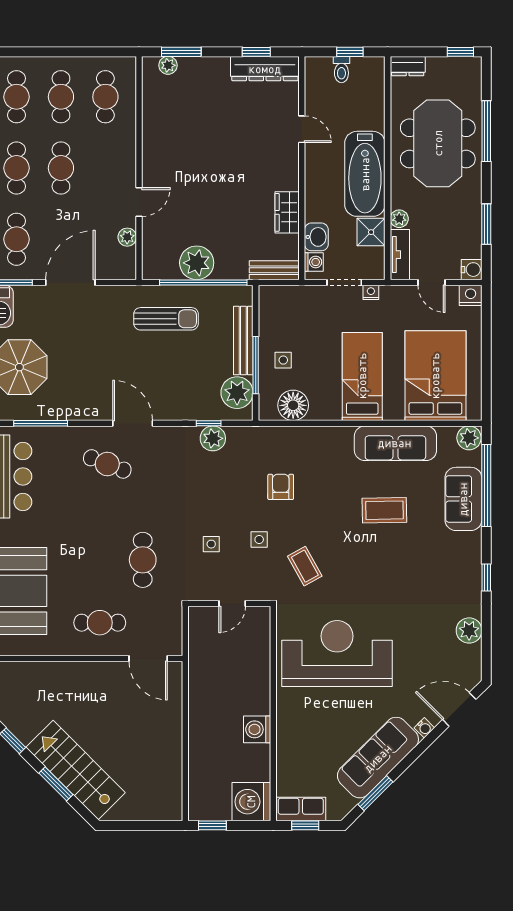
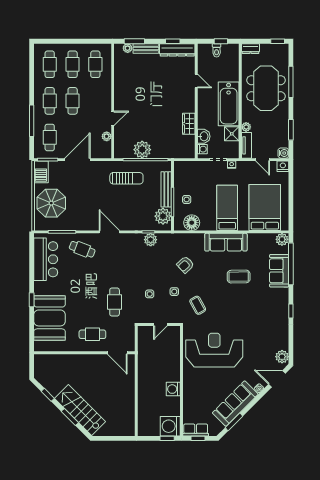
bench: (274, 270) -> (146, 48), moved
sofa: (395, 443) -> (226, 242), moved
cafe table: (107, 464) -> (82, 249), moved
armchair: (281, 487) -> (185, 265), turned -133
plant: (469, 630) -> (282, 357), moved
window: (212, 825) -> (167, 438), moved

